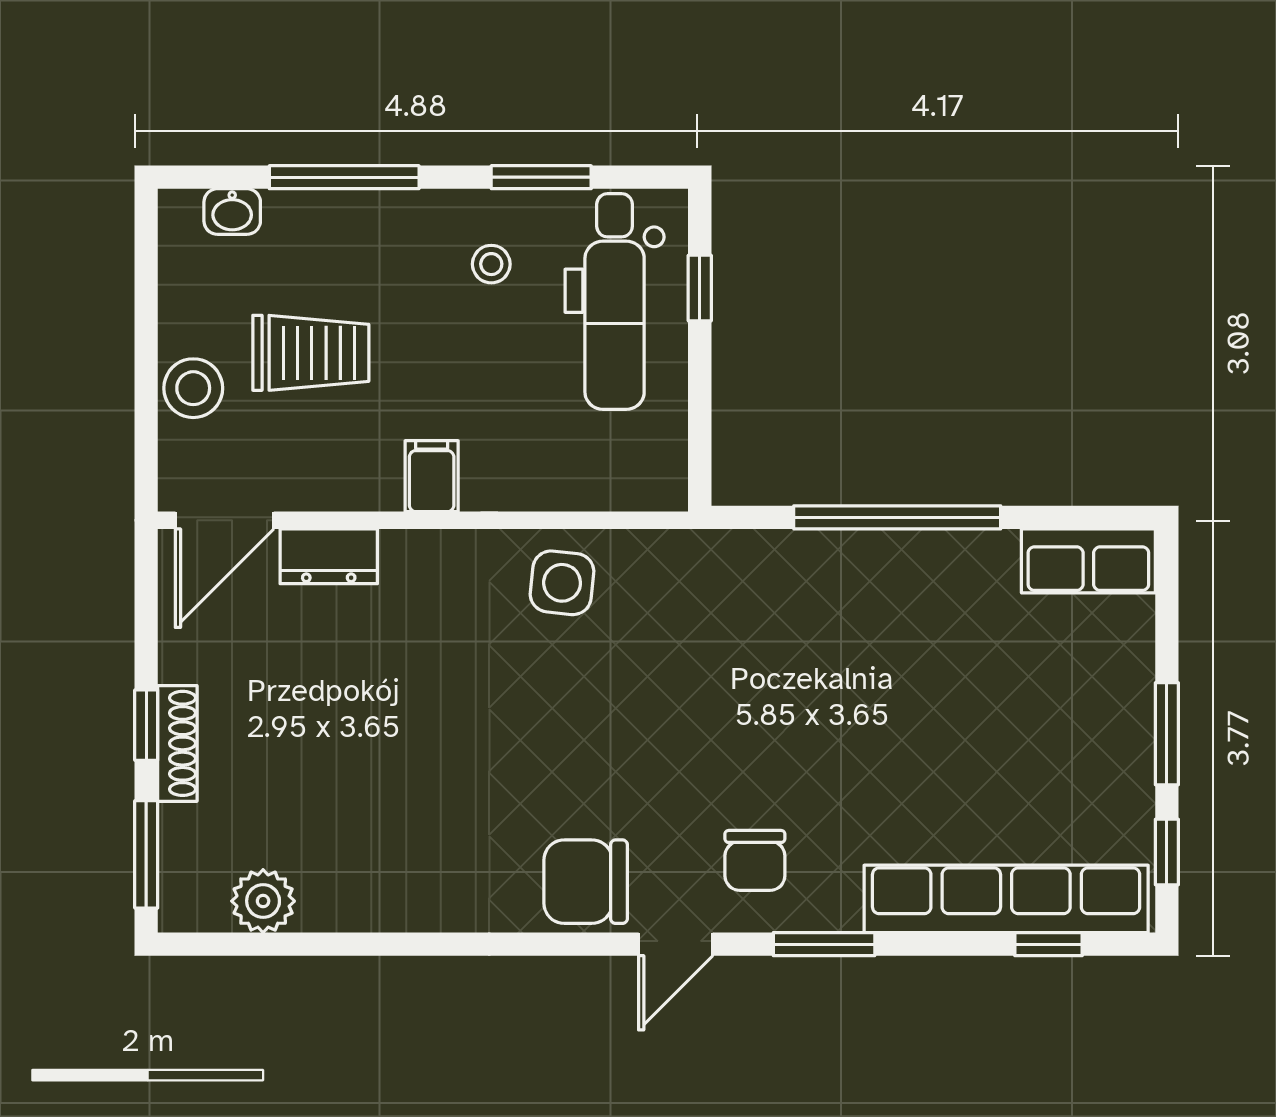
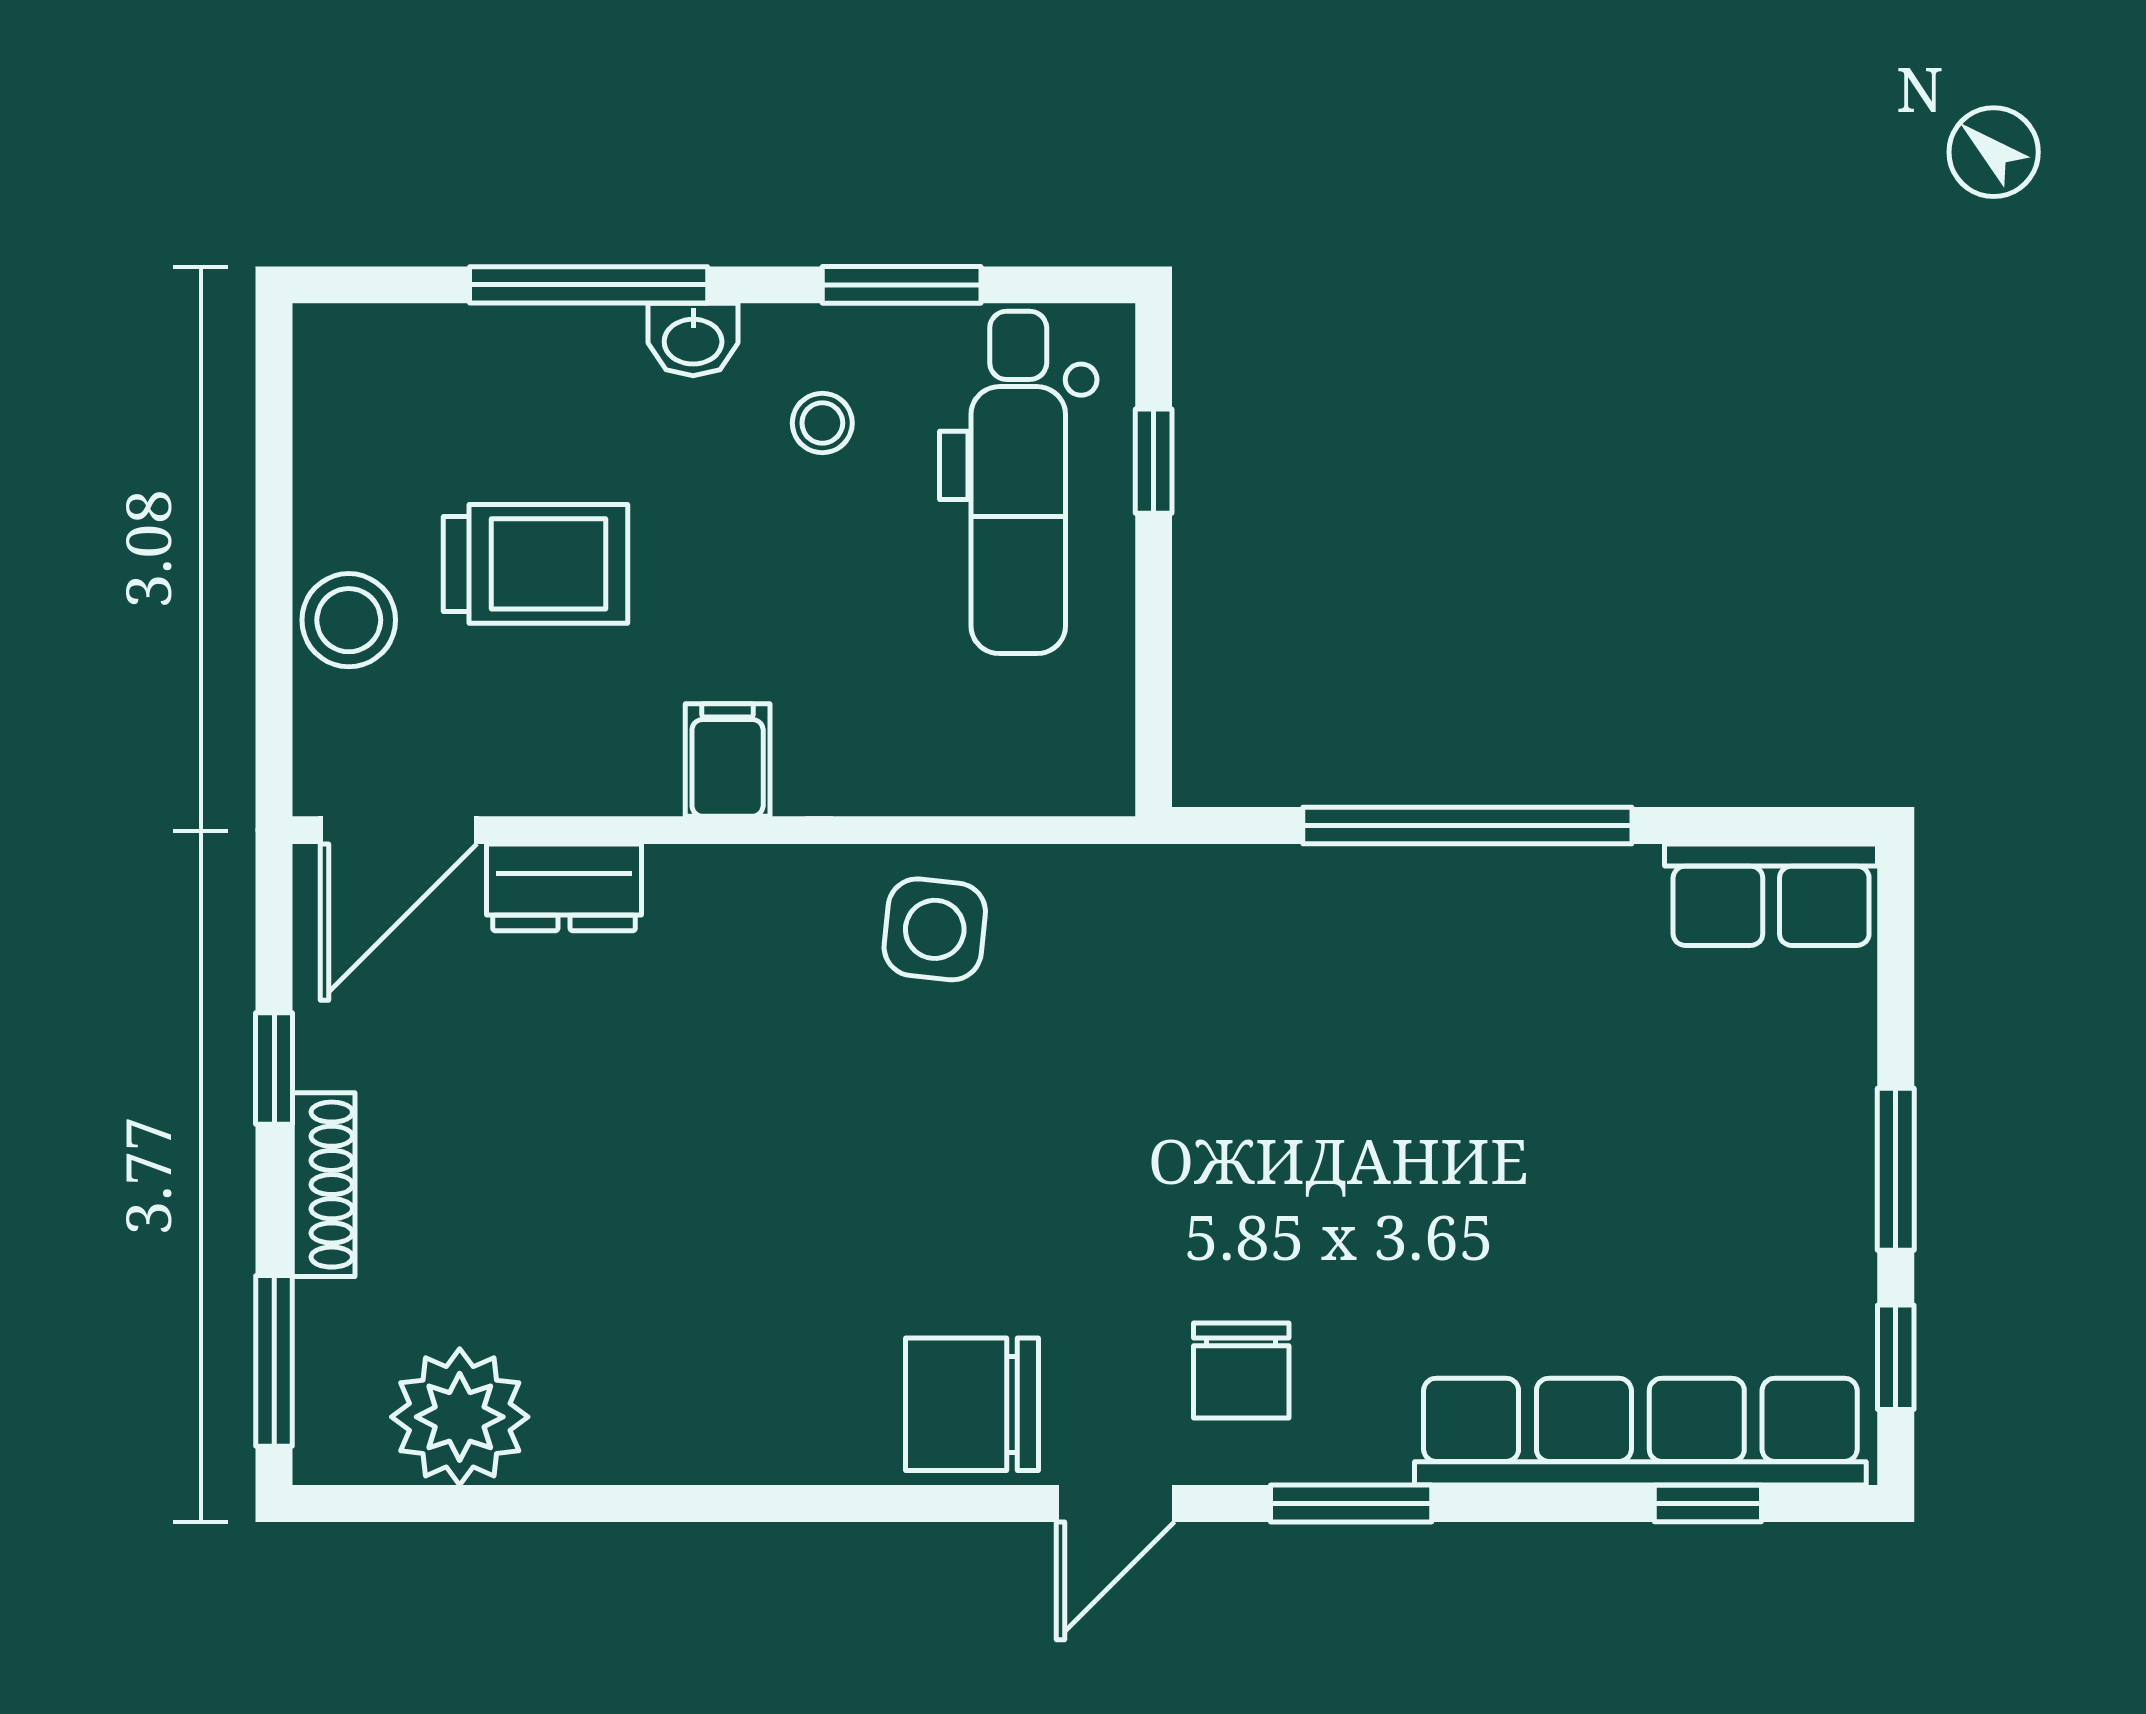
washbasin: (232, 212) -> (693, 339), moved
window: (146, 725) -> (274, 1069), moved
plant: (263, 901) -> (460, 1417), width x1.36, depth x1.36

